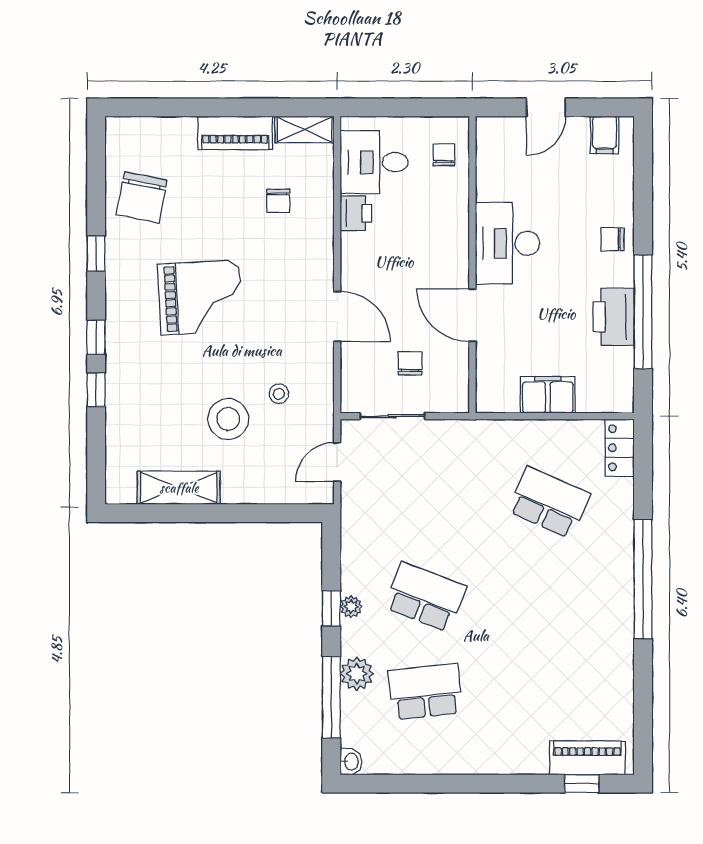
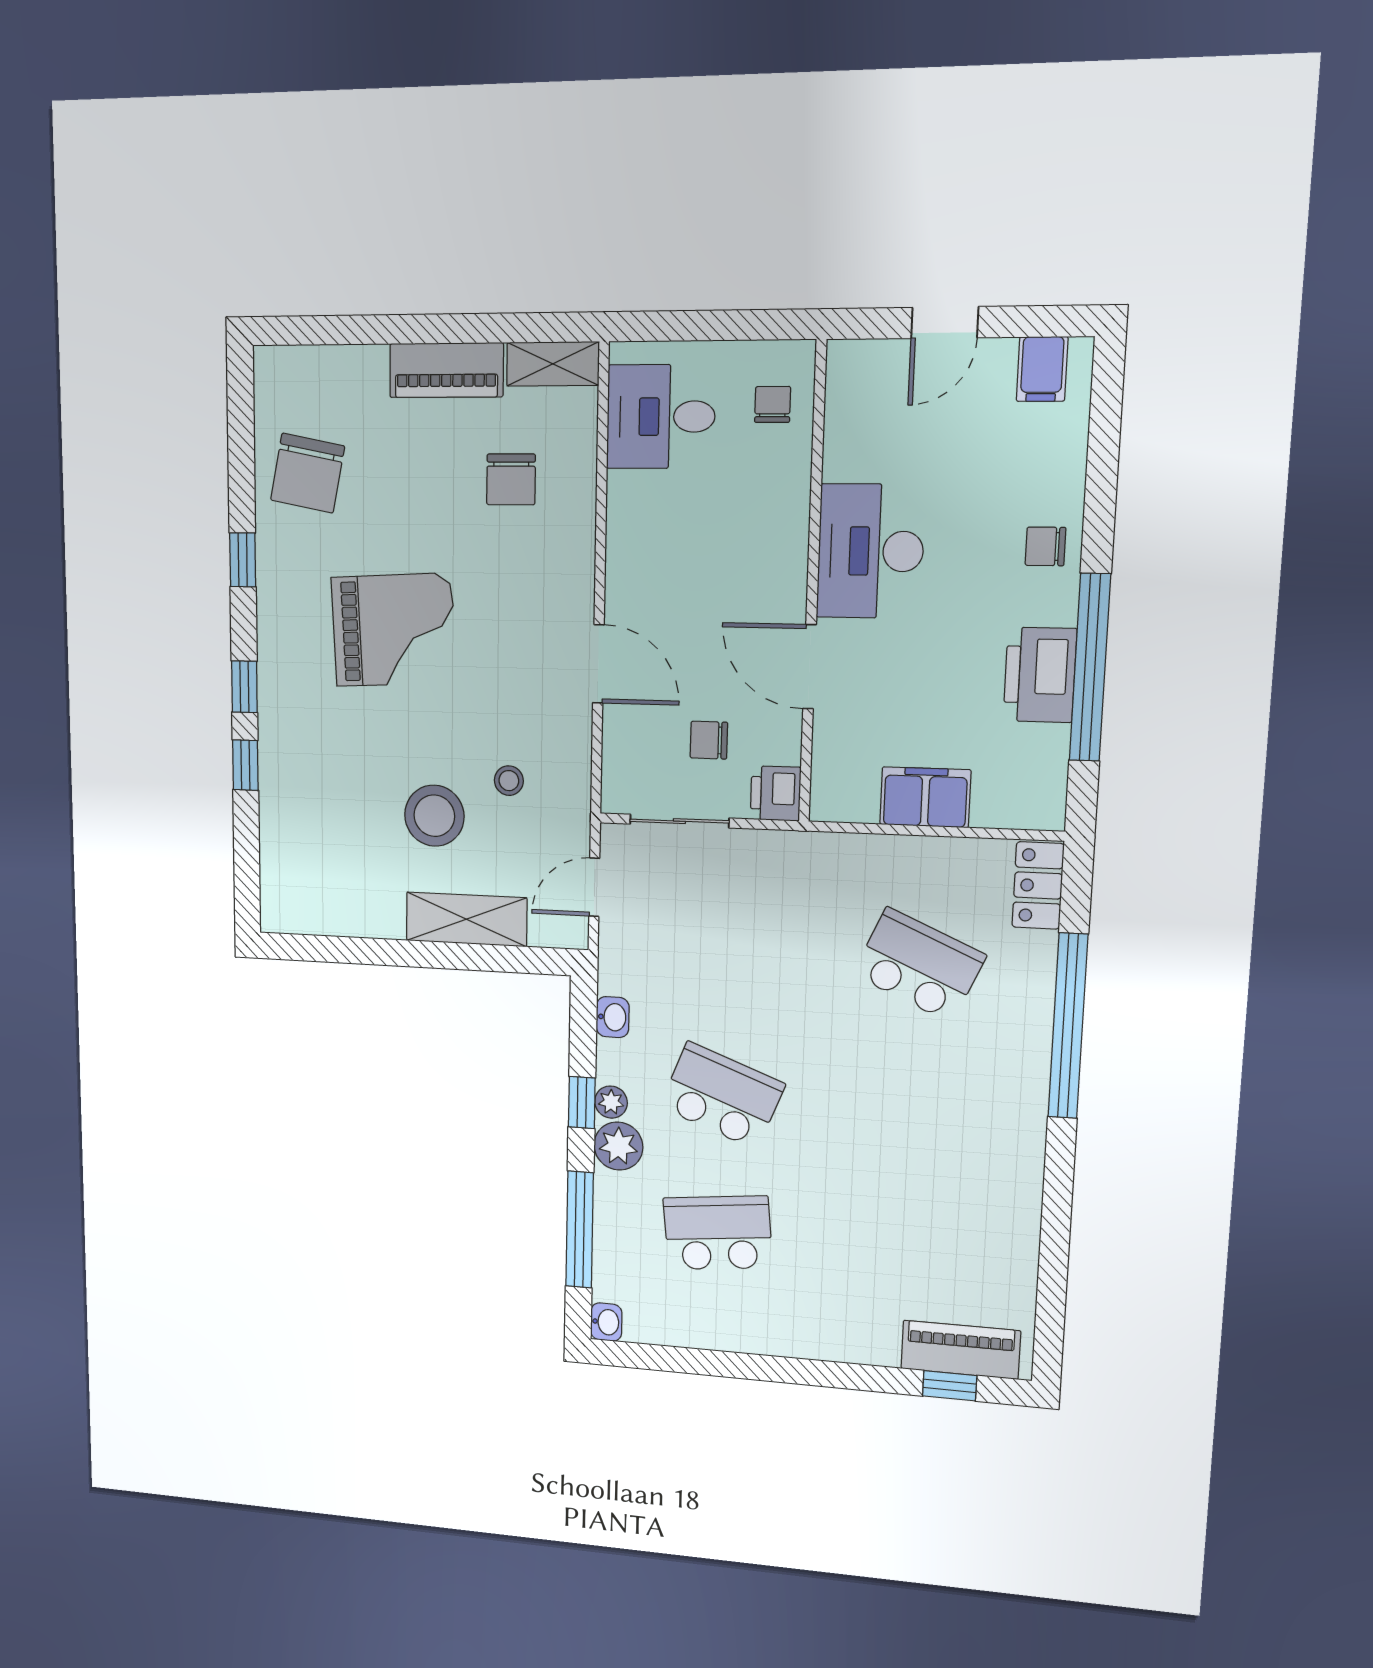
chair: (278, 201) -> (511, 479), width x1.37, depth x1.37
printer: (356, 213) -> (776, 793), moved, turned 180
chair: (410, 363) -> (709, 740), turned -90
shelving: (179, 488) -> (466, 919), moved
washbasin: (351, 549) -> (613, 1017), added
window: (643, 579) -> (1068, 1026), moved
plant: (357, 674) -> (618, 1146), moved

